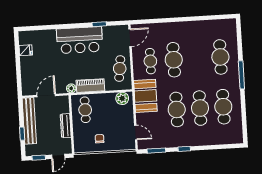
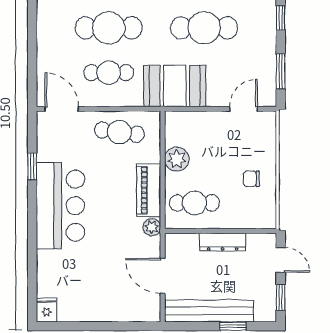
fridge: (26, 50) -> (46, 310), moved
plant: (122, 98) -> (177, 159), moved

